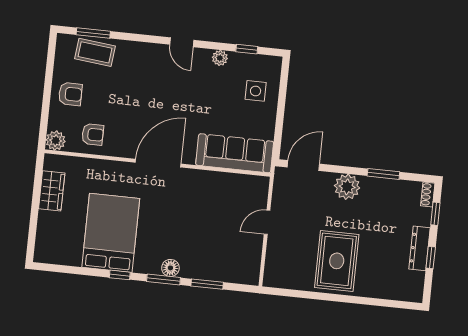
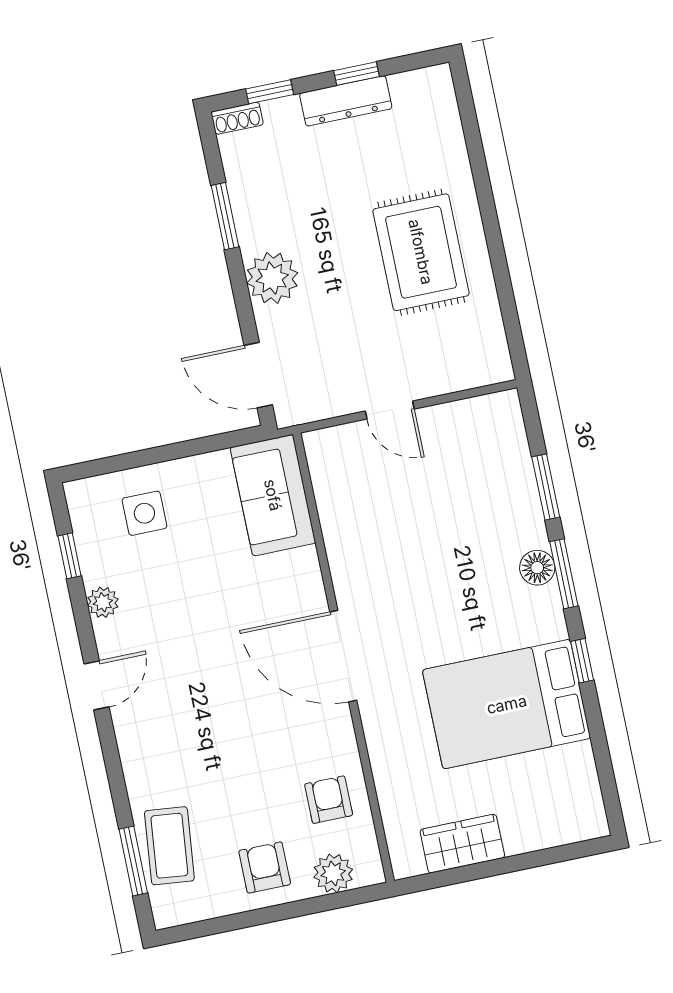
plant: (56, 141) -> (333, 873), moved
sofa: (235, 153) -> (273, 495), width x0.73
rug: (337, 261) -> (421, 252), turned 90

